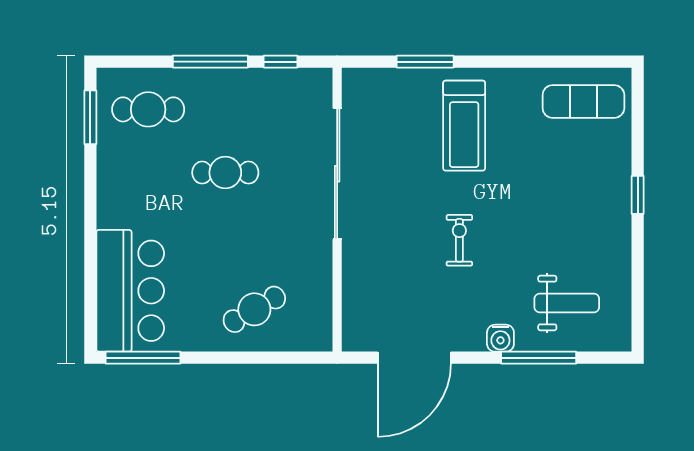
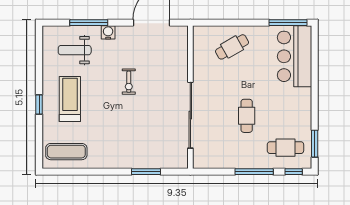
window: (281, 62) -> (294, 172), moved
treadmill: (464, 126) -> (70, 99), moved
cafe table: (225, 173) -> (247, 116), turned 90

